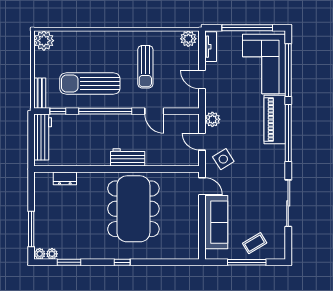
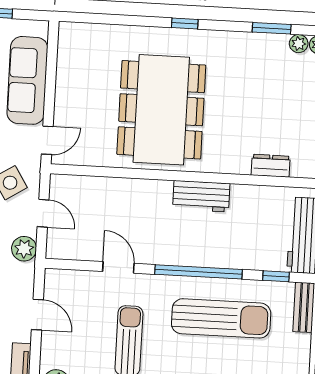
workbench: (128, 157) -> (201, 196), moved
door: (202, 186) -> (47, 140), swing flipped

